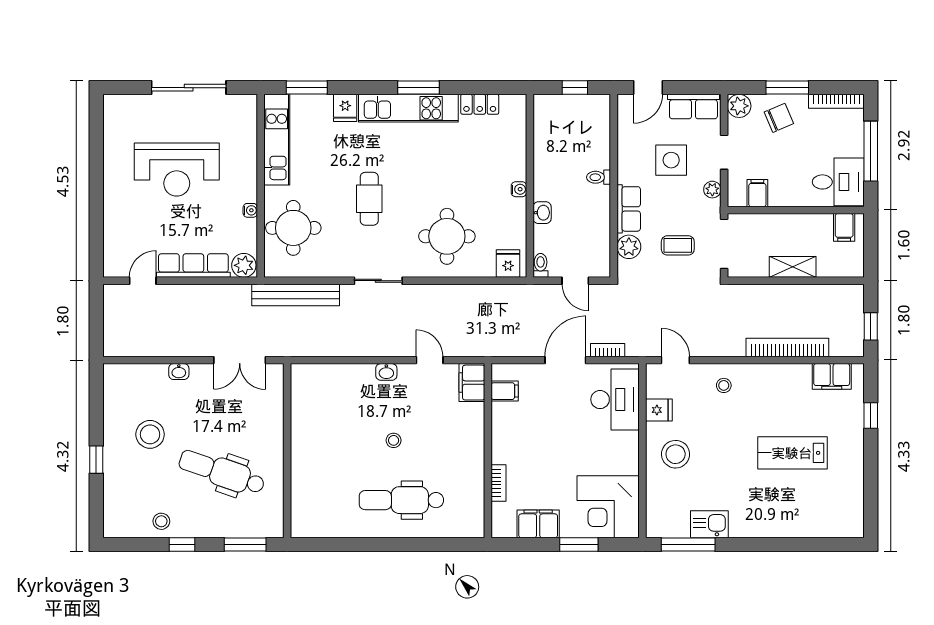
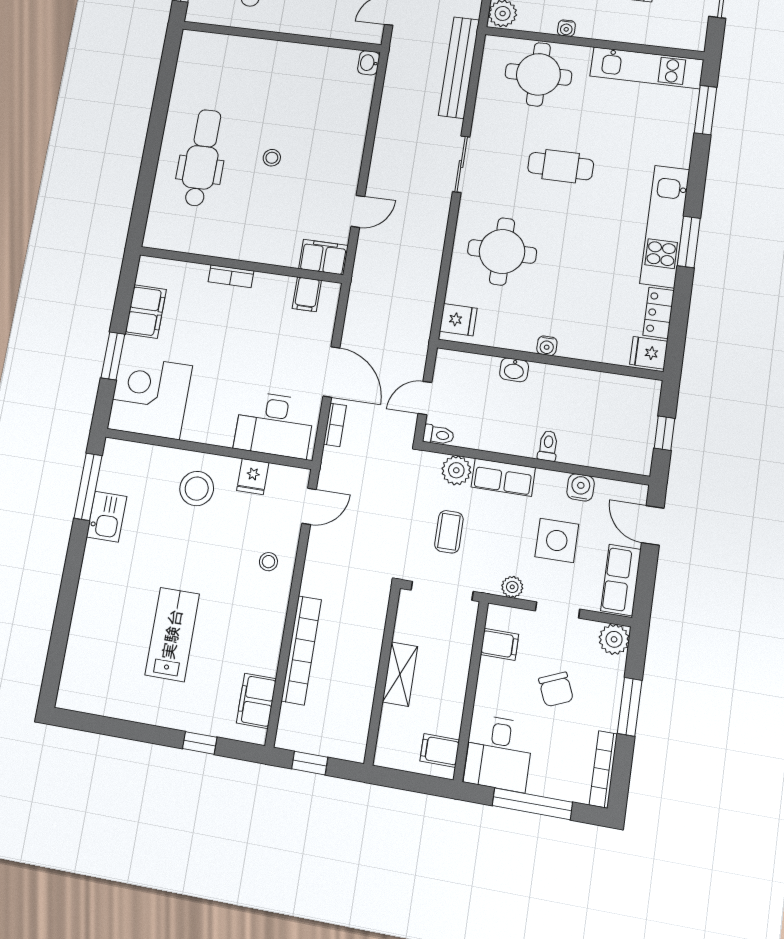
fridge: (345, 108) -> (649, 353), moved
chair: (779, 118) -> (556, 689), moved
water cooler: (627, 147) -> (581, 487), added
toilet: (541, 265) -> (438, 435), moved
washbasin: (386, 372) -> (369, 63), moved
bookcase: (499, 483) -> (231, 276), moved

